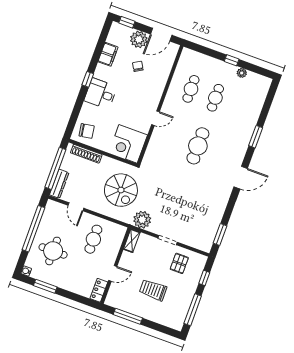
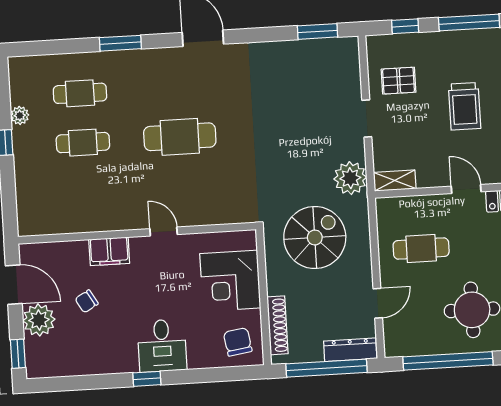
filing cabinet: (108, 54) -> (109, 251), moved, turned 180
cafe table: (191, 89) -> (80, 93), moved
corner desk: (128, 144) -> (230, 281), moved, turned 90

